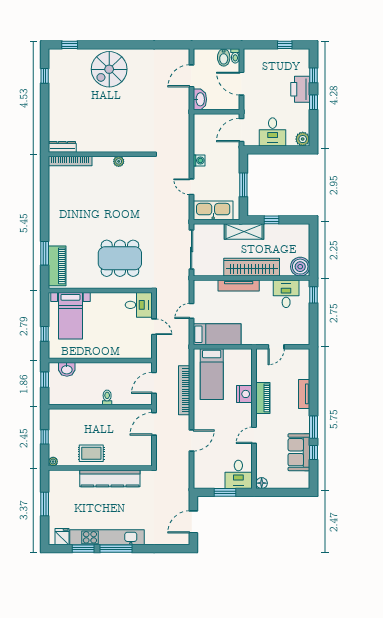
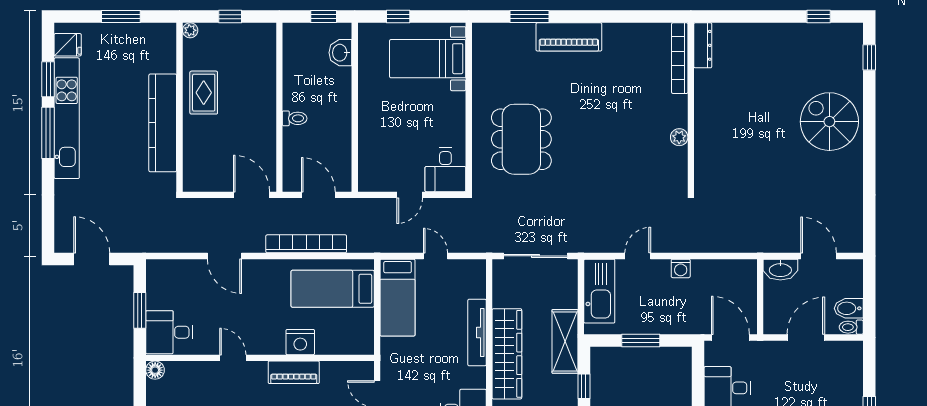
piano: (57, 266) -> (569, 37), moved

